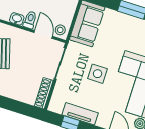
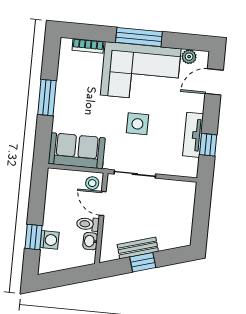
door: (43, 34) -> (103, 203), hinge flipped
shoe rack: (44, 93) -> (177, 187), removed

